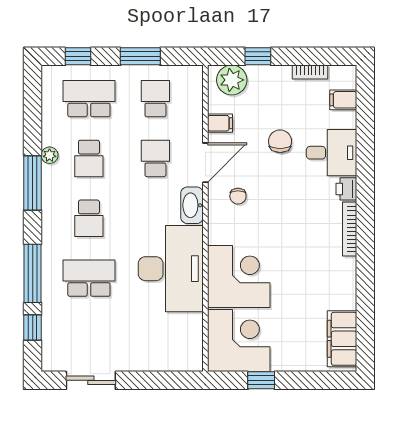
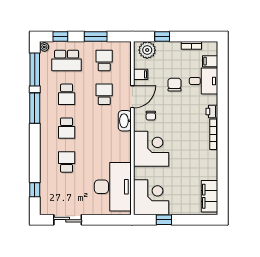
school desk: (89, 99) -> (67, 61), turned 180
desk: (332, 153) -> (204, 81), moved
plant: (50, 155) -> (44, 47), moved
desk: (171, 269) -> (113, 187), moved
window: (33, 273) -> (35, 69), moved
corner desk: (239, 276) -> (151, 149), moved
school desk: (89, 278) -> (67, 162), width x0.54

